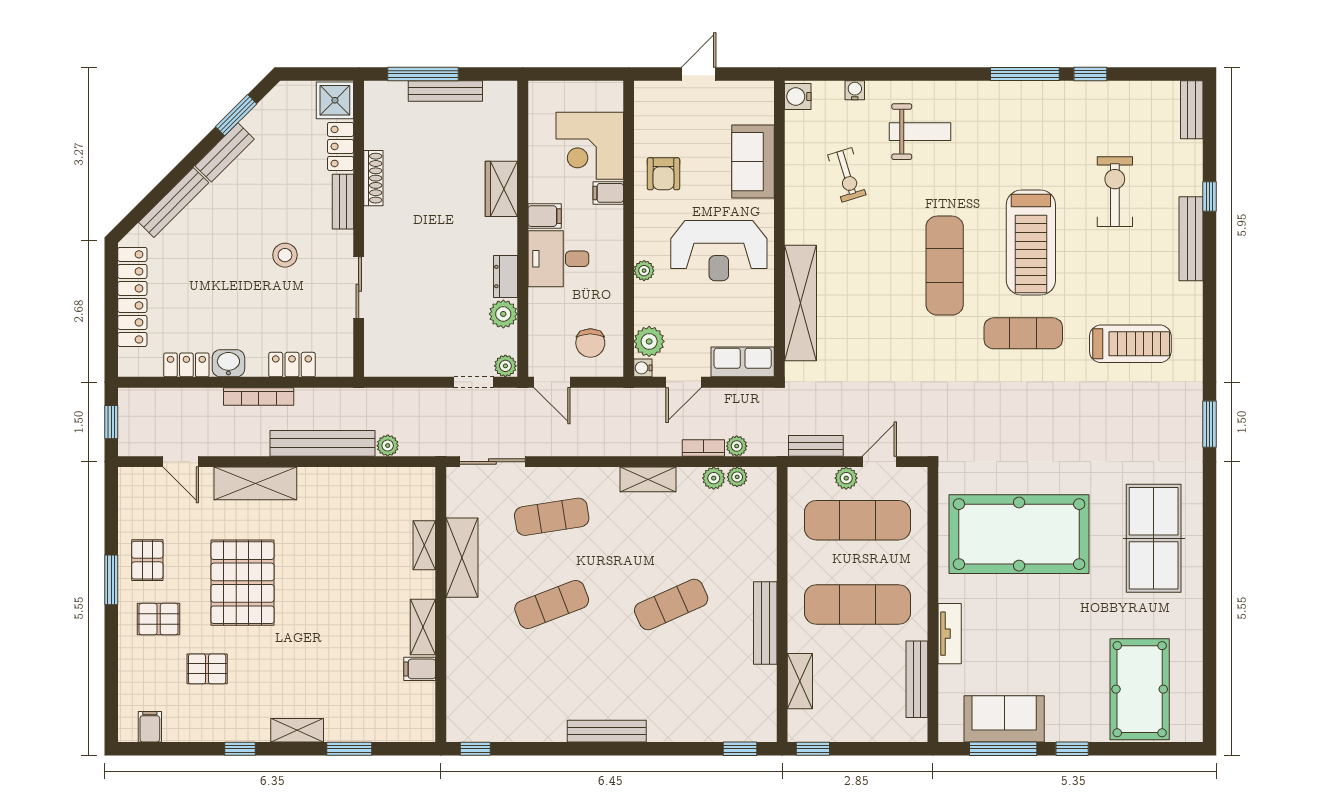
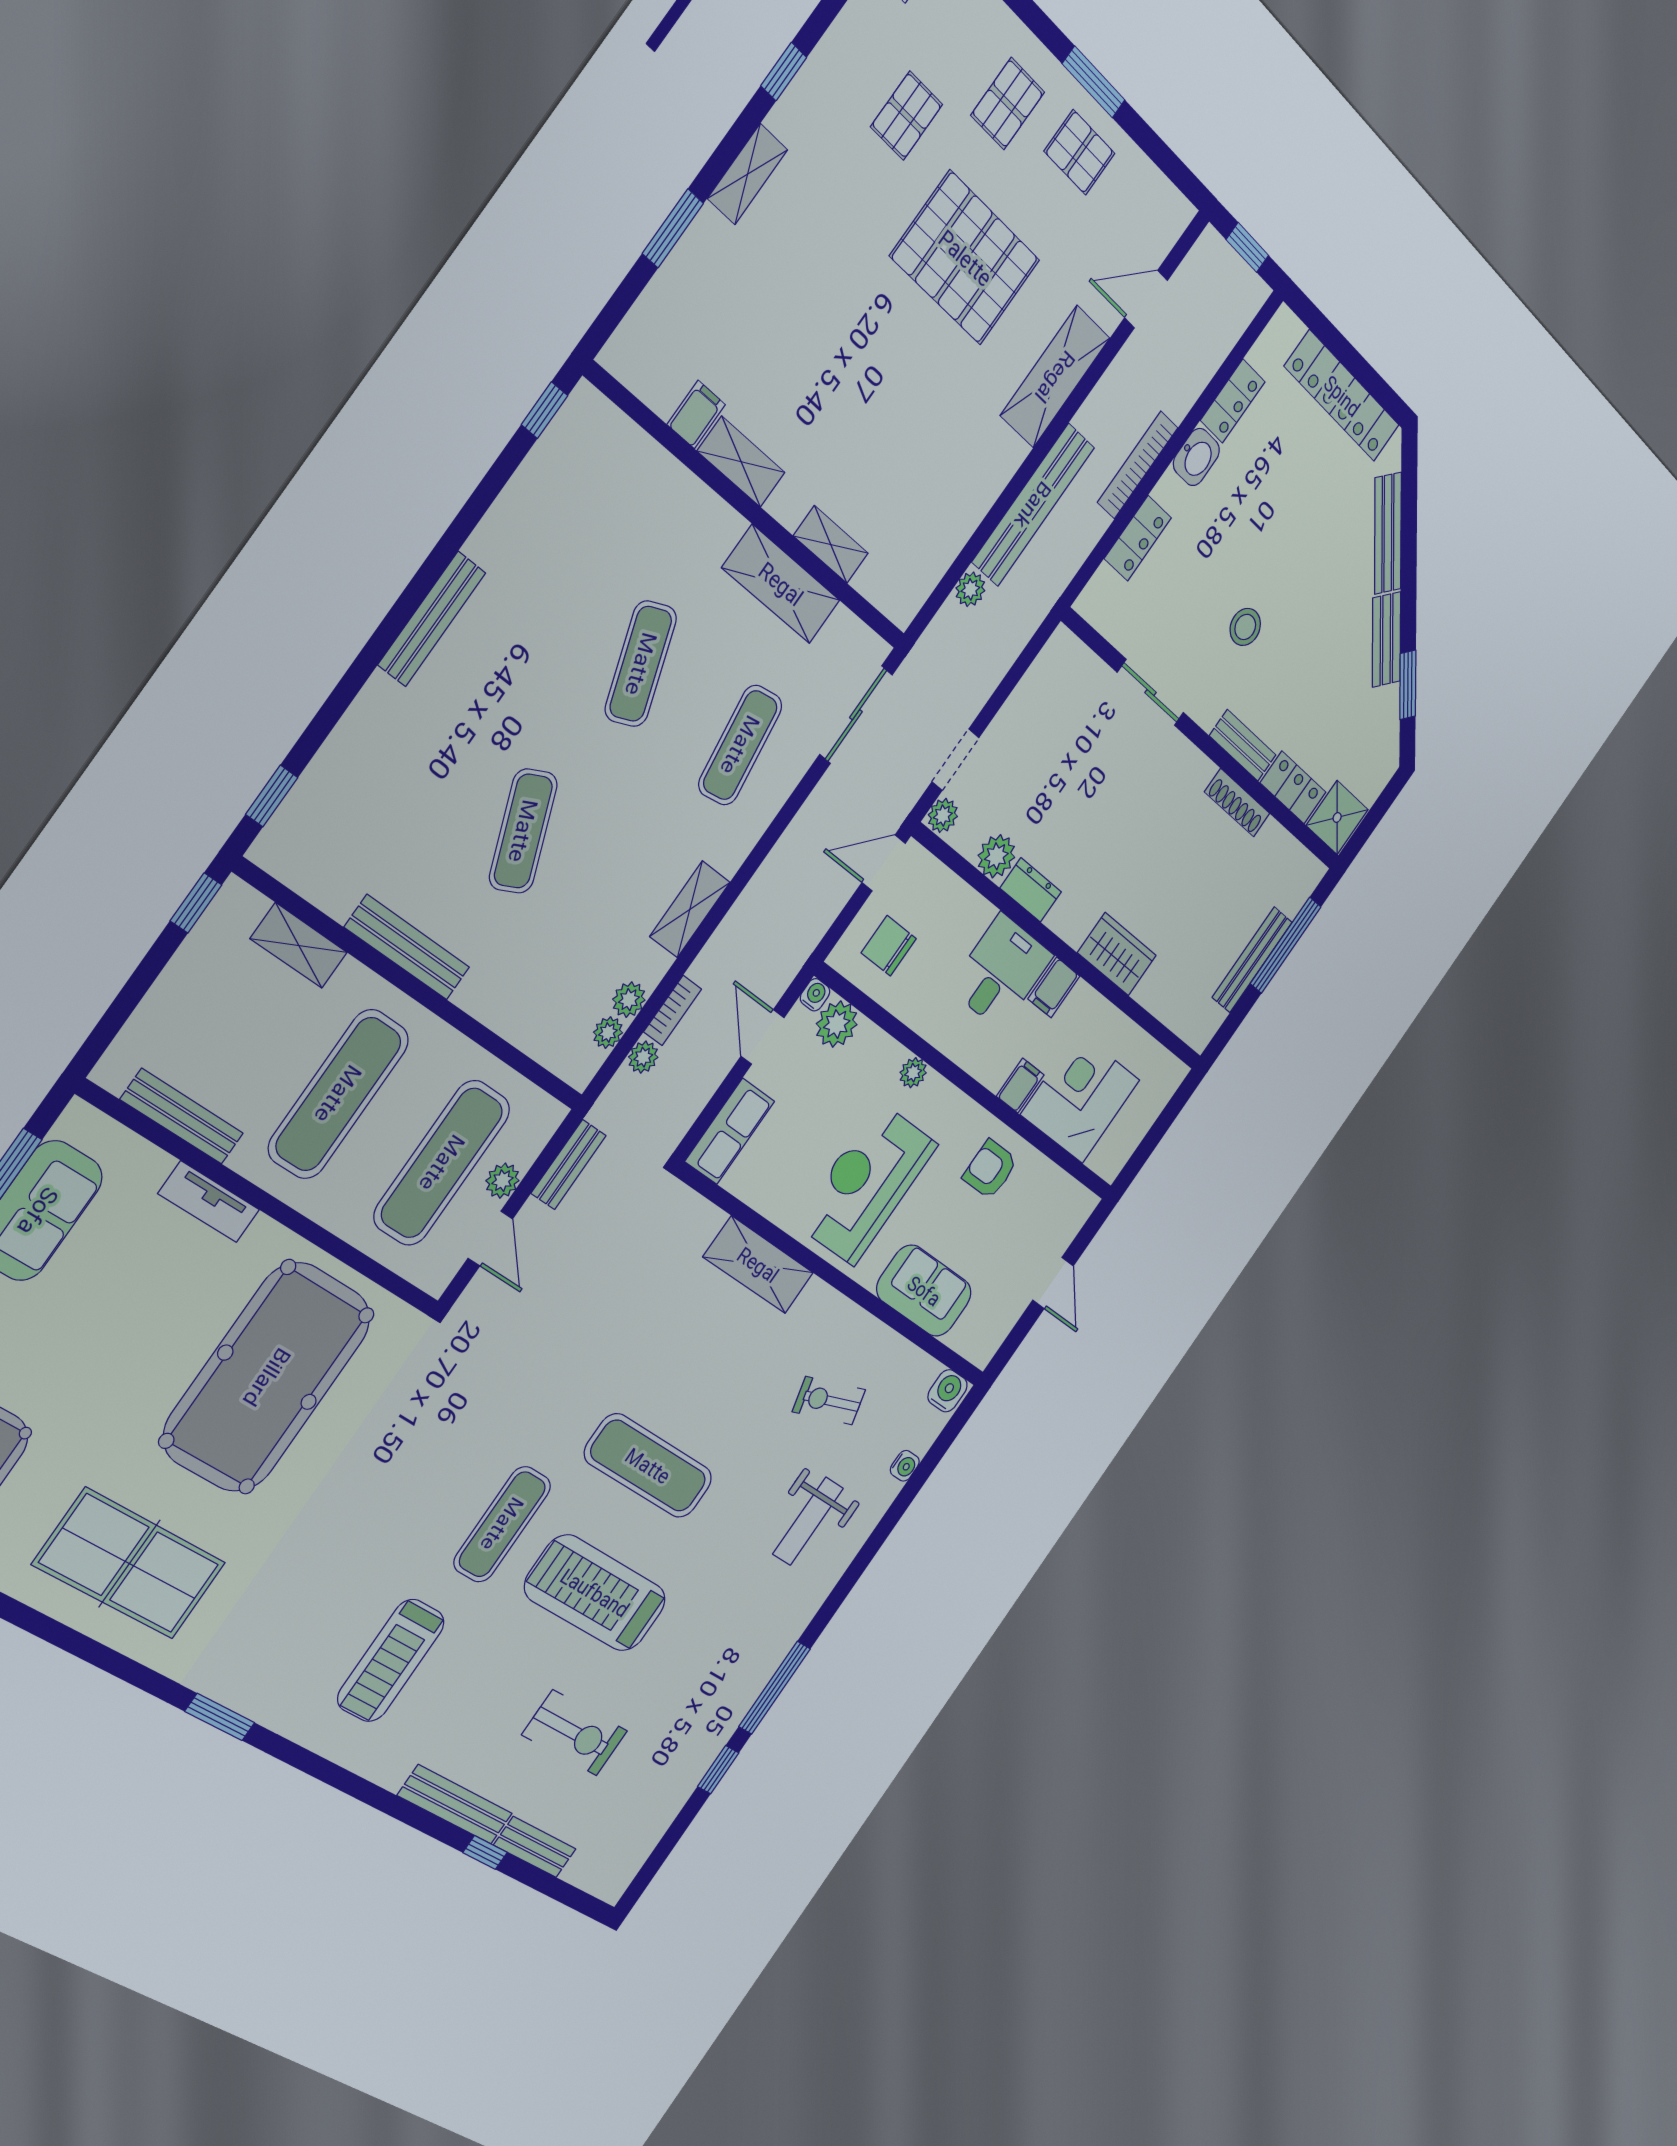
bench: (1192, 110) -> (535, 1847), moved
shelving: (801, 303) -> (758, 1265), width x0.68

